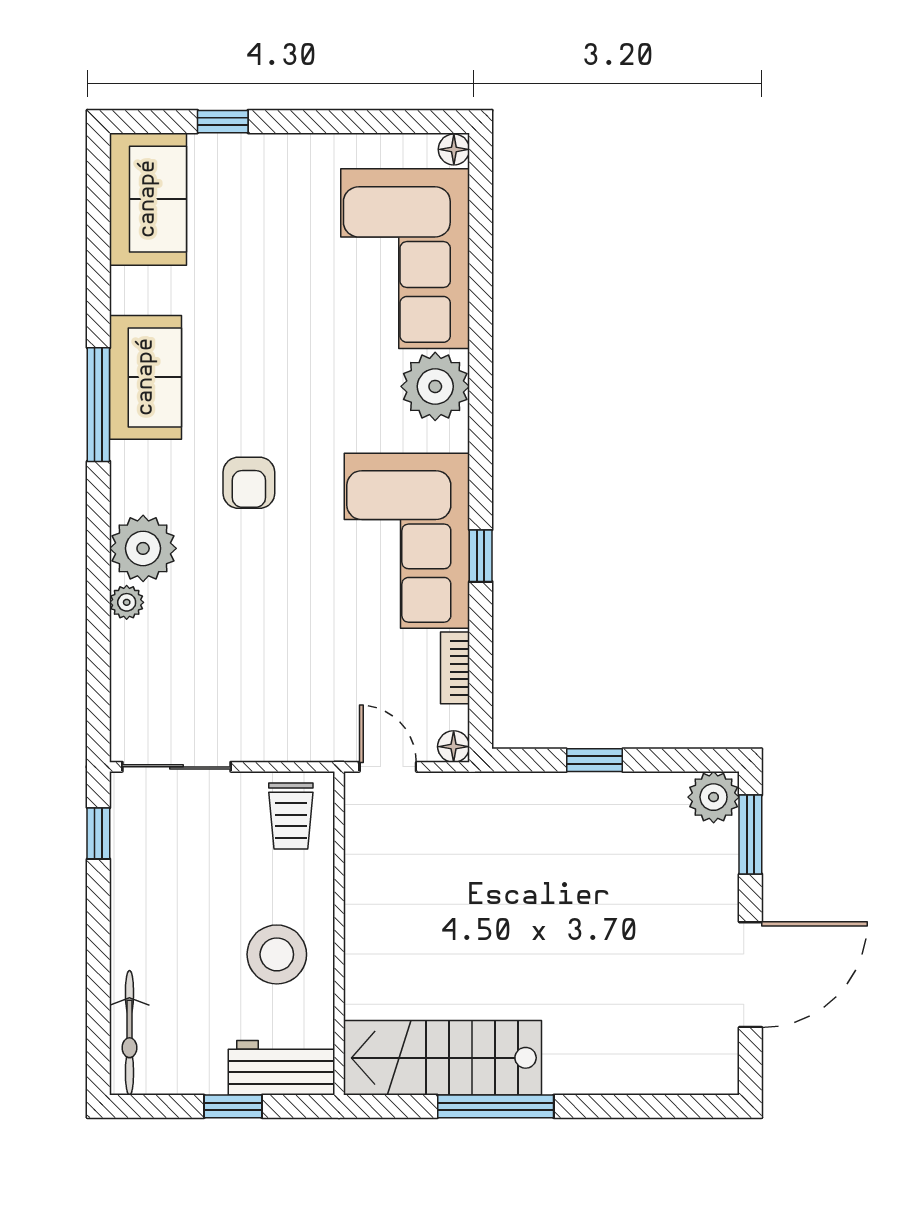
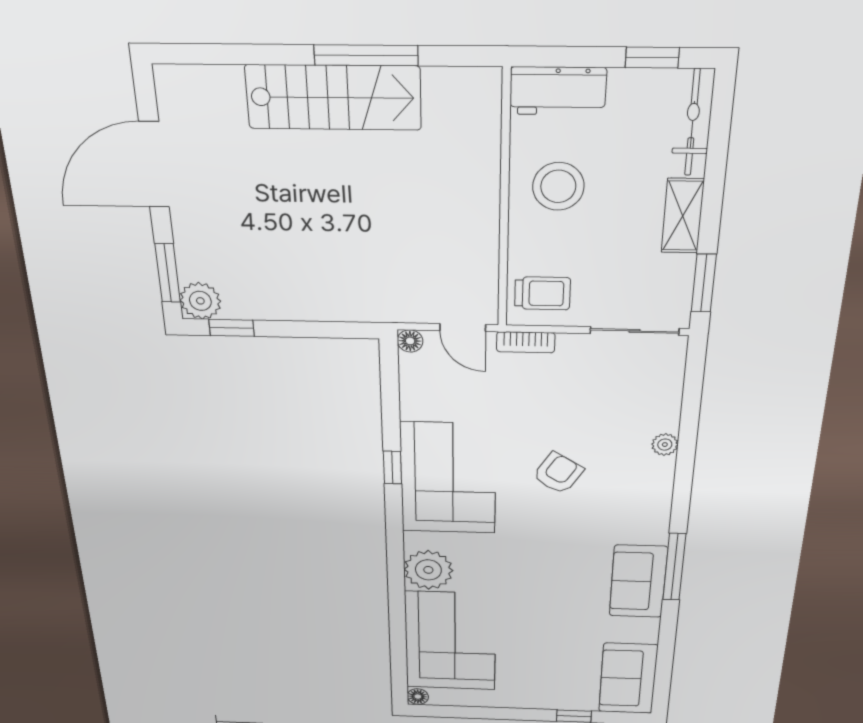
armchair: (249, 483) -> (558, 473), moved, turned 32
plant: (143, 548) -> (649, 479), removed
bookcase: (455, 668) -> (526, 342), moved, turned 90
window: (594, 760) -> (232, 328), moved
trolley: (291, 816) -> (542, 293), turned 90
window: (98, 833) -> (704, 283), width x1.50
shelving: (131, 920) -> (683, 216), added
stairs: (442, 1058) -> (333, 97), moved
window: (233, 1106) -> (652, 57), moved

